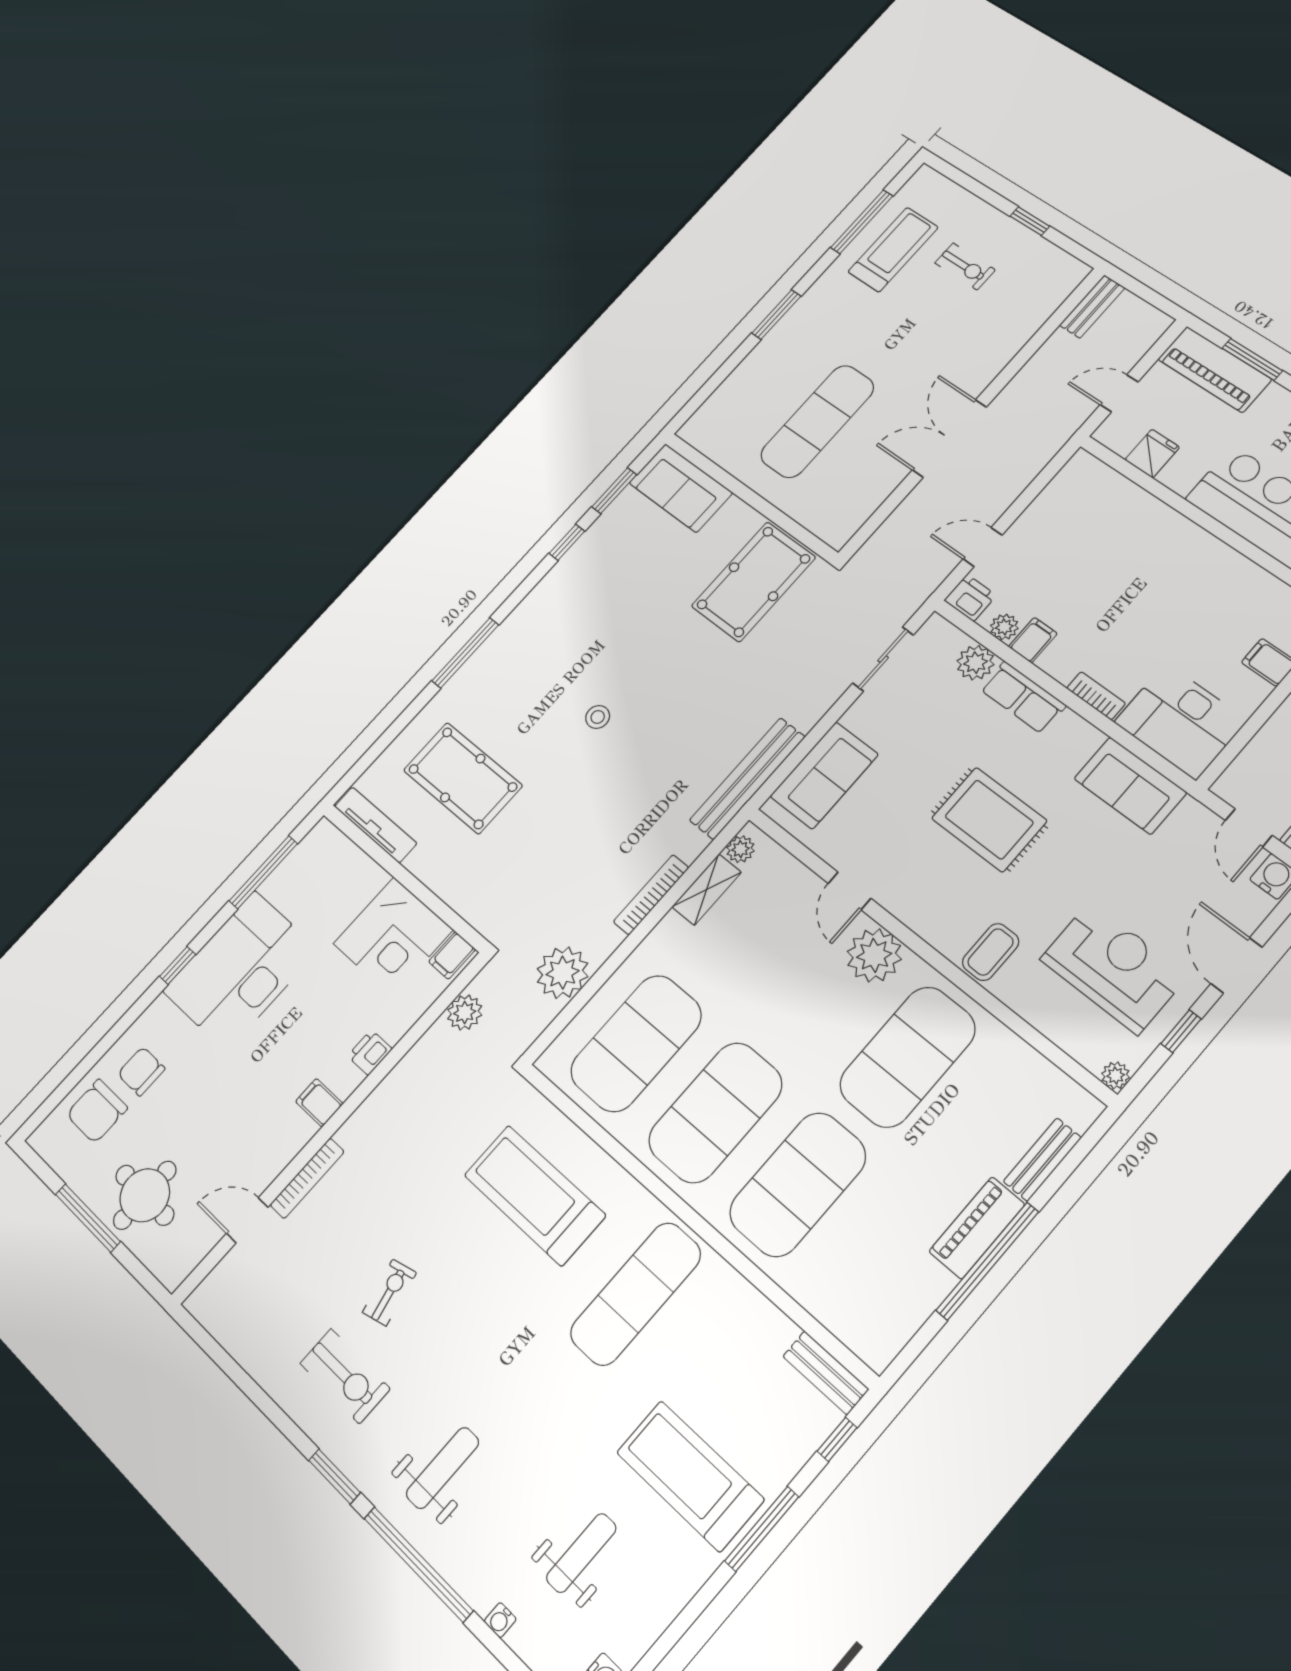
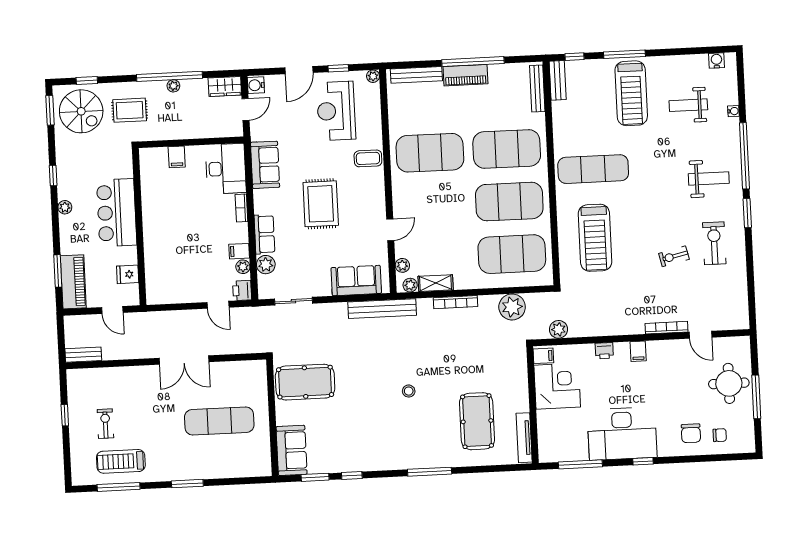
plant: (874, 955) -> (402, 265), moved, width x0.53, depth x0.53
chair: (97, 1111) -> (720, 435), width x0.54, depth x0.54
bench: (1042, 1160) -> (416, 75), width x1.36
bench: (845, 1326) -> (537, 89), added
weight bench: (443, 1468) -> (709, 179), turned 180

